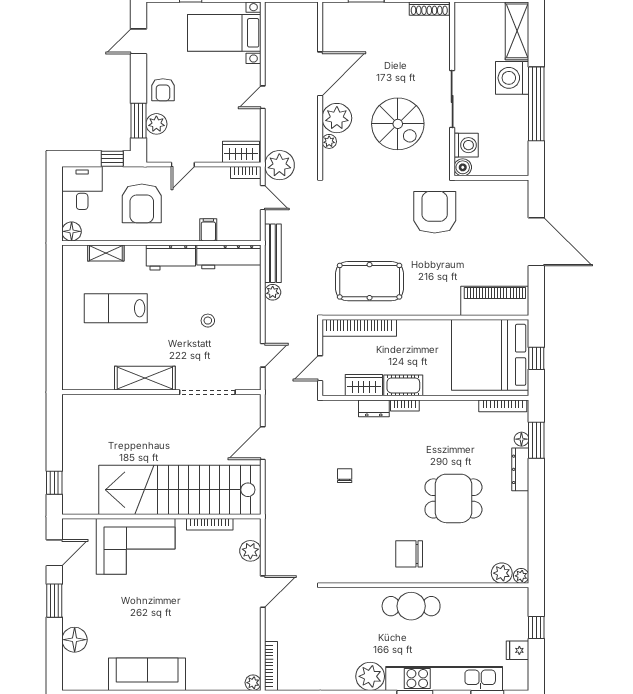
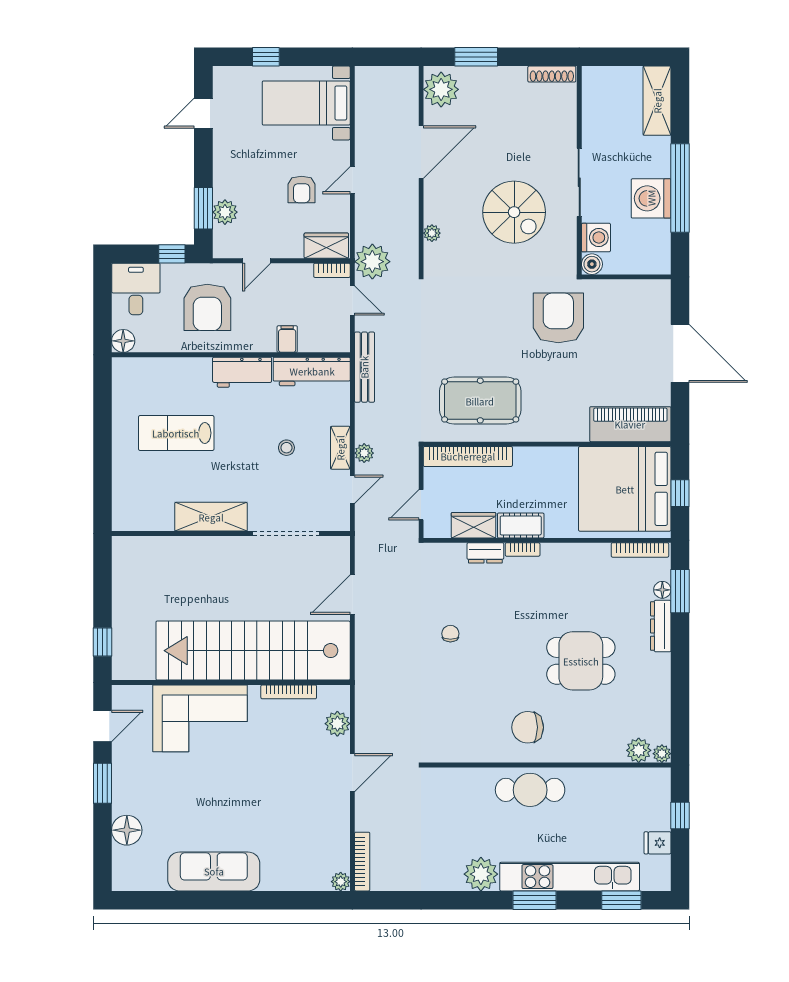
washing machine: (512, 78) -> (651, 198), moved
armchair: (163, 90) -> (302, 189), moved
plant: (337, 118) -> (441, 89), moved
shelving: (106, 253) -> (340, 448), moved, turned 90
plant: (273, 292) -> (364, 453), moved

